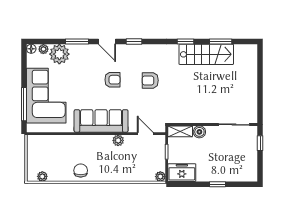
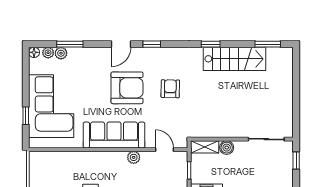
window: (77, 42) -> (70, 44), moved
door: (107, 42) -> (121, 44), hinge flipped
window: (221, 42) -> (268, 44), moved
plant: (59, 54) -> (61, 53), width x0.53, depth x0.53
armchair: (112, 80) -> (127, 88), width x1.88, depth x1.88
armchair: (150, 80) -> (170, 89), turned 91
window: (24, 104) -> (26, 116), width x0.46

